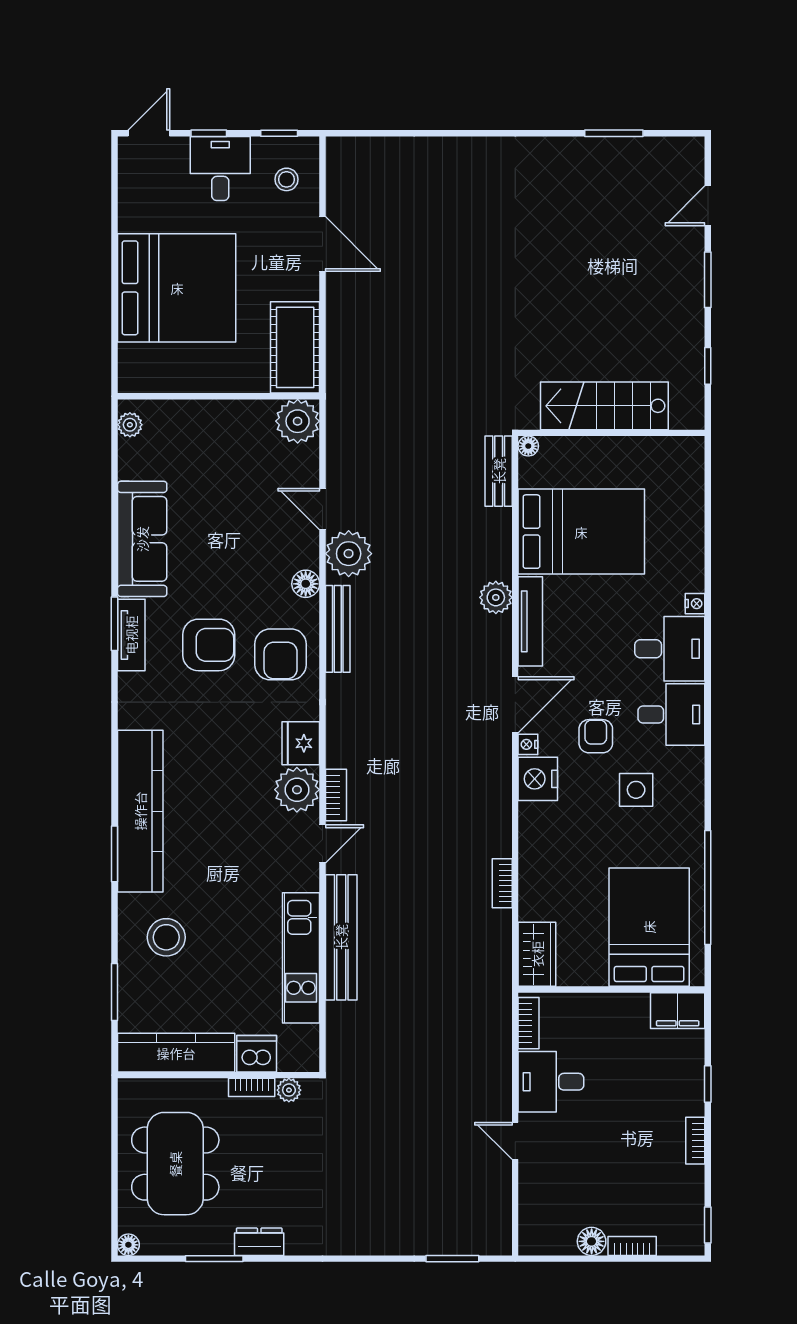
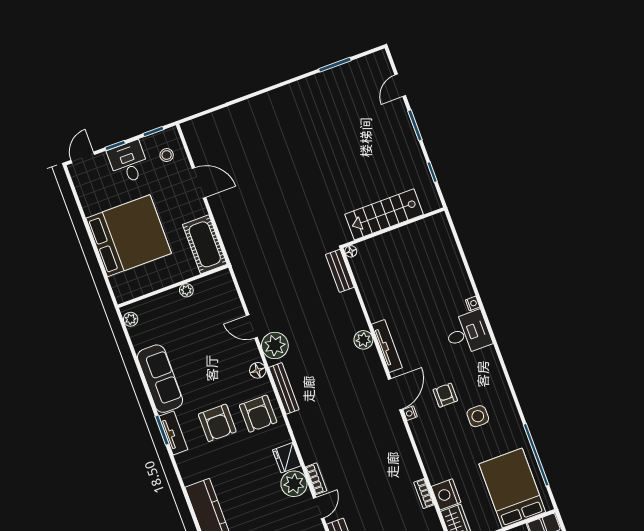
plant: (298, 421) -> (186, 290), moved, width x0.53, depth x0.53
bed: (581, 532) -> (397, 287), removed
armchair: (209, 645) -> (217, 423), turned 90
desk: (671, 714) -> (482, 368), removed
nightstand: (538, 779) -> (446, 494), moved

